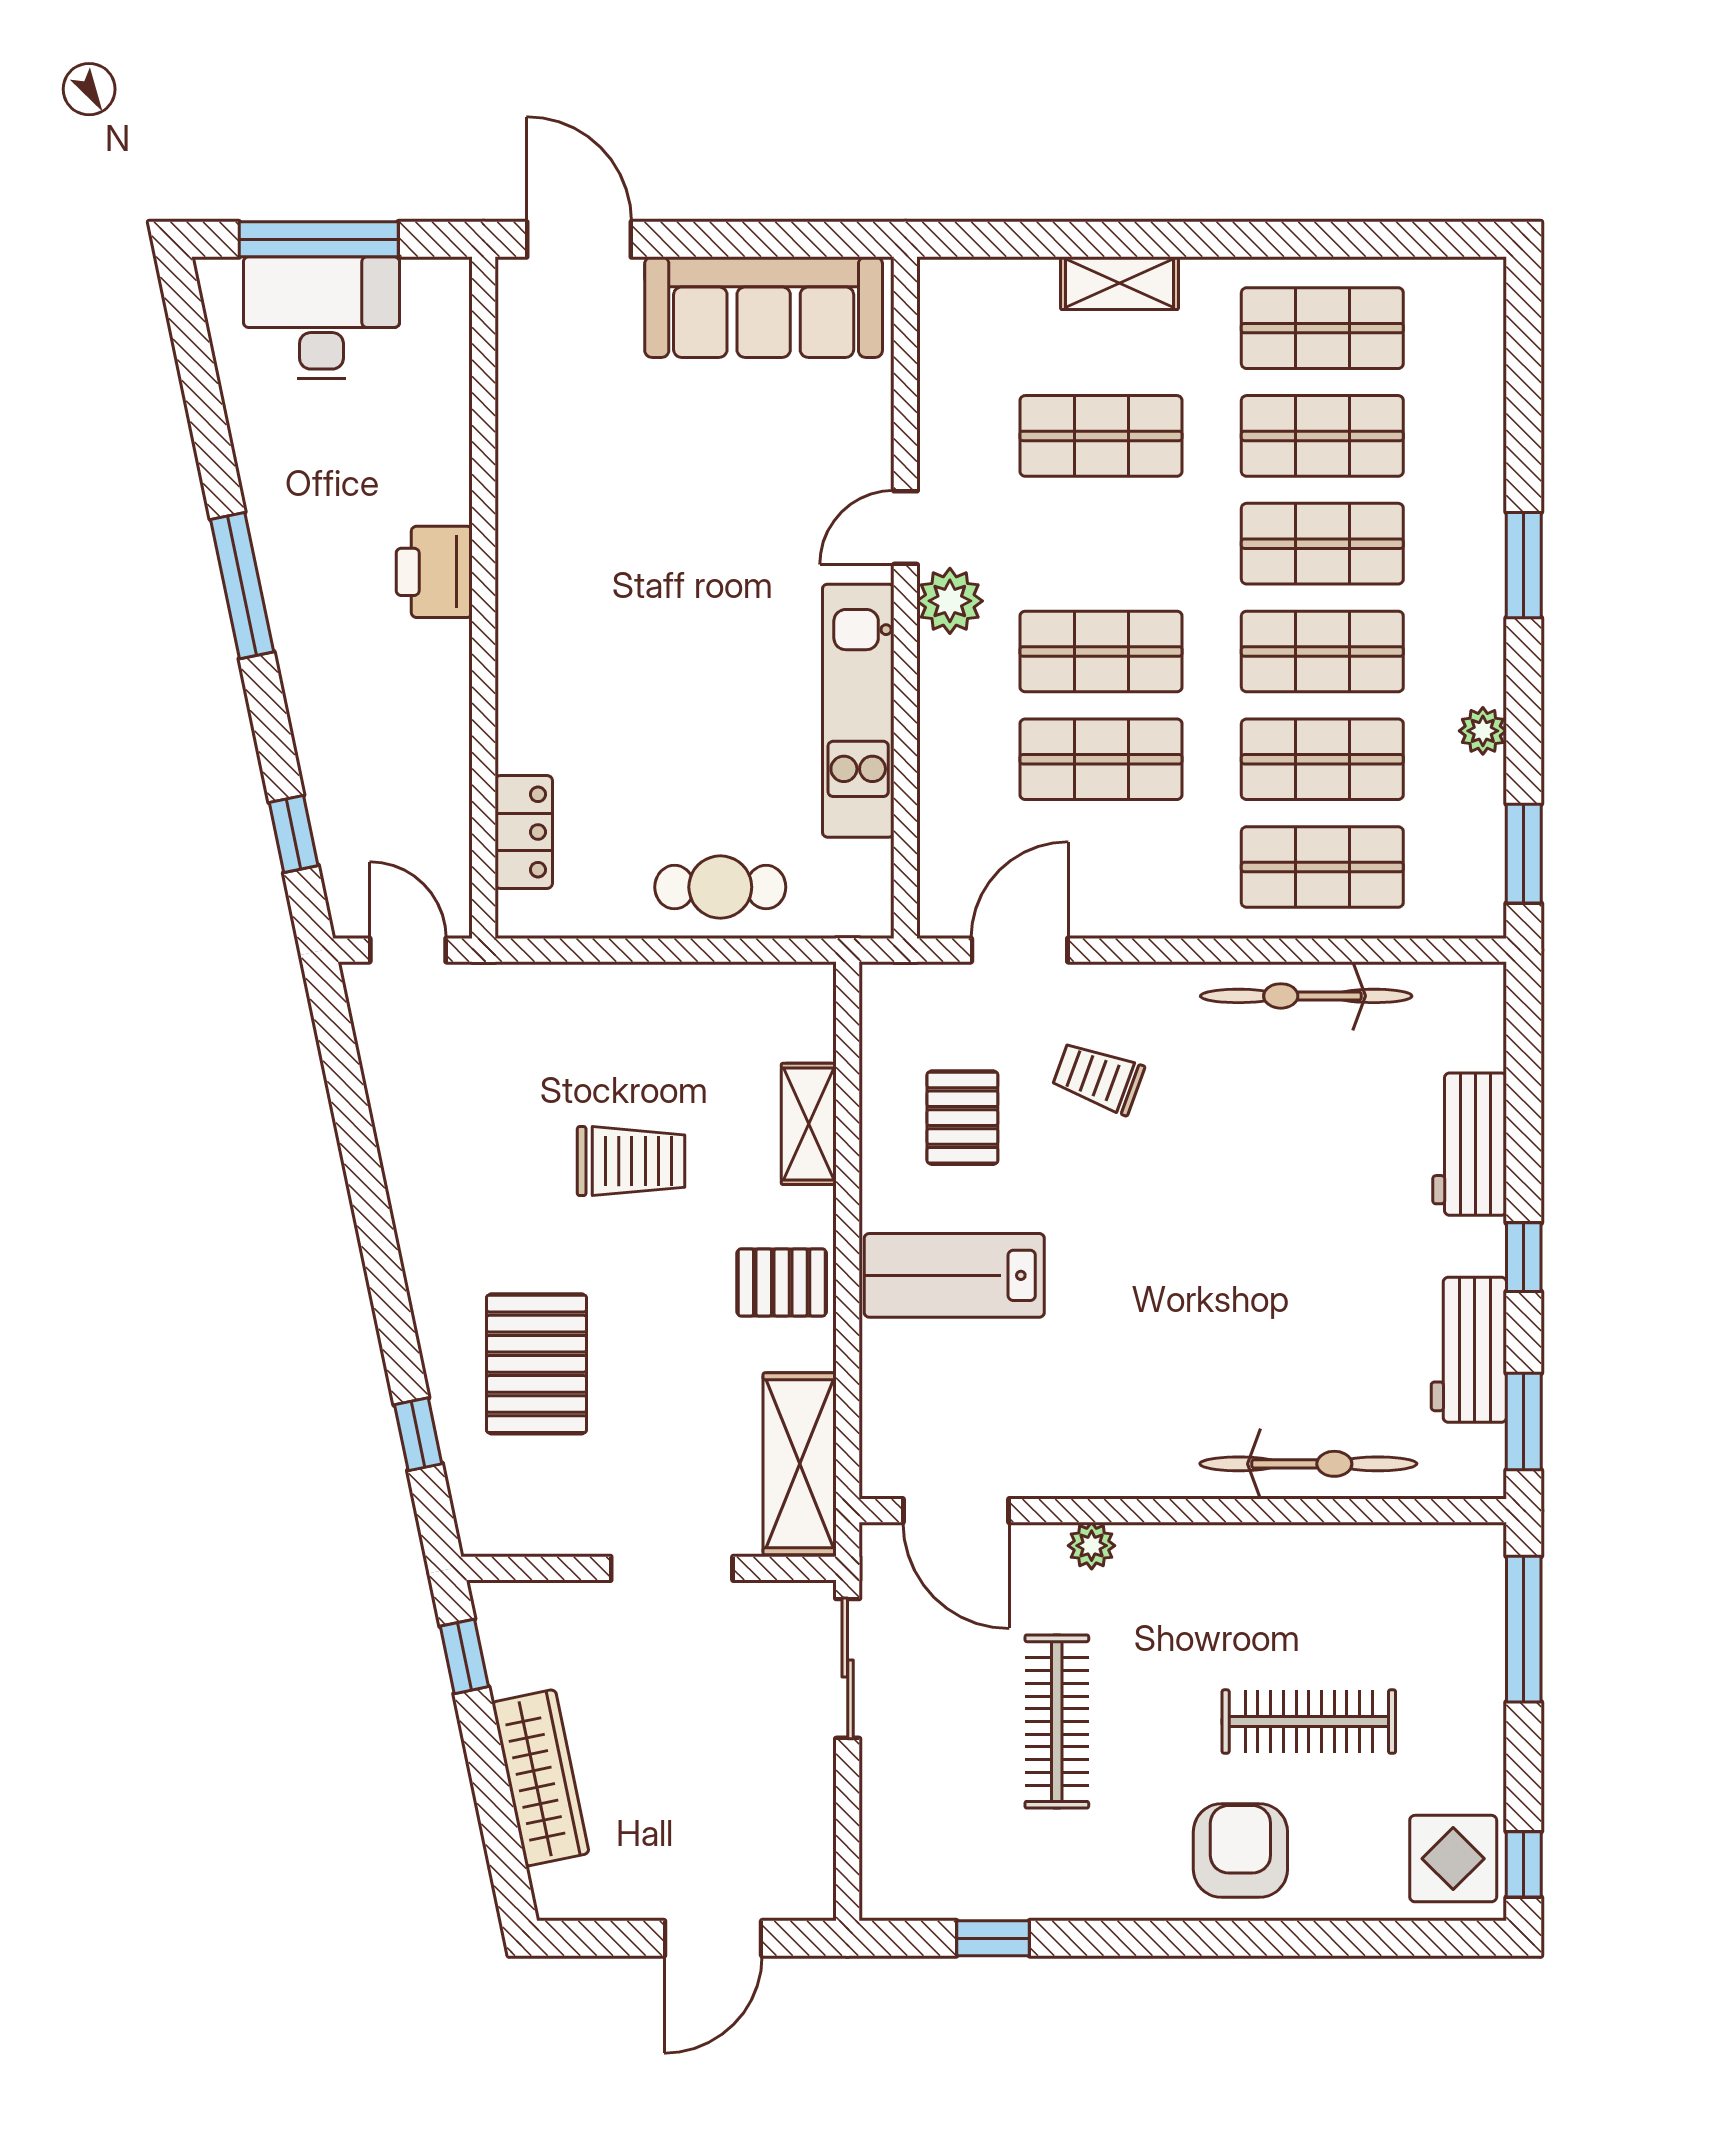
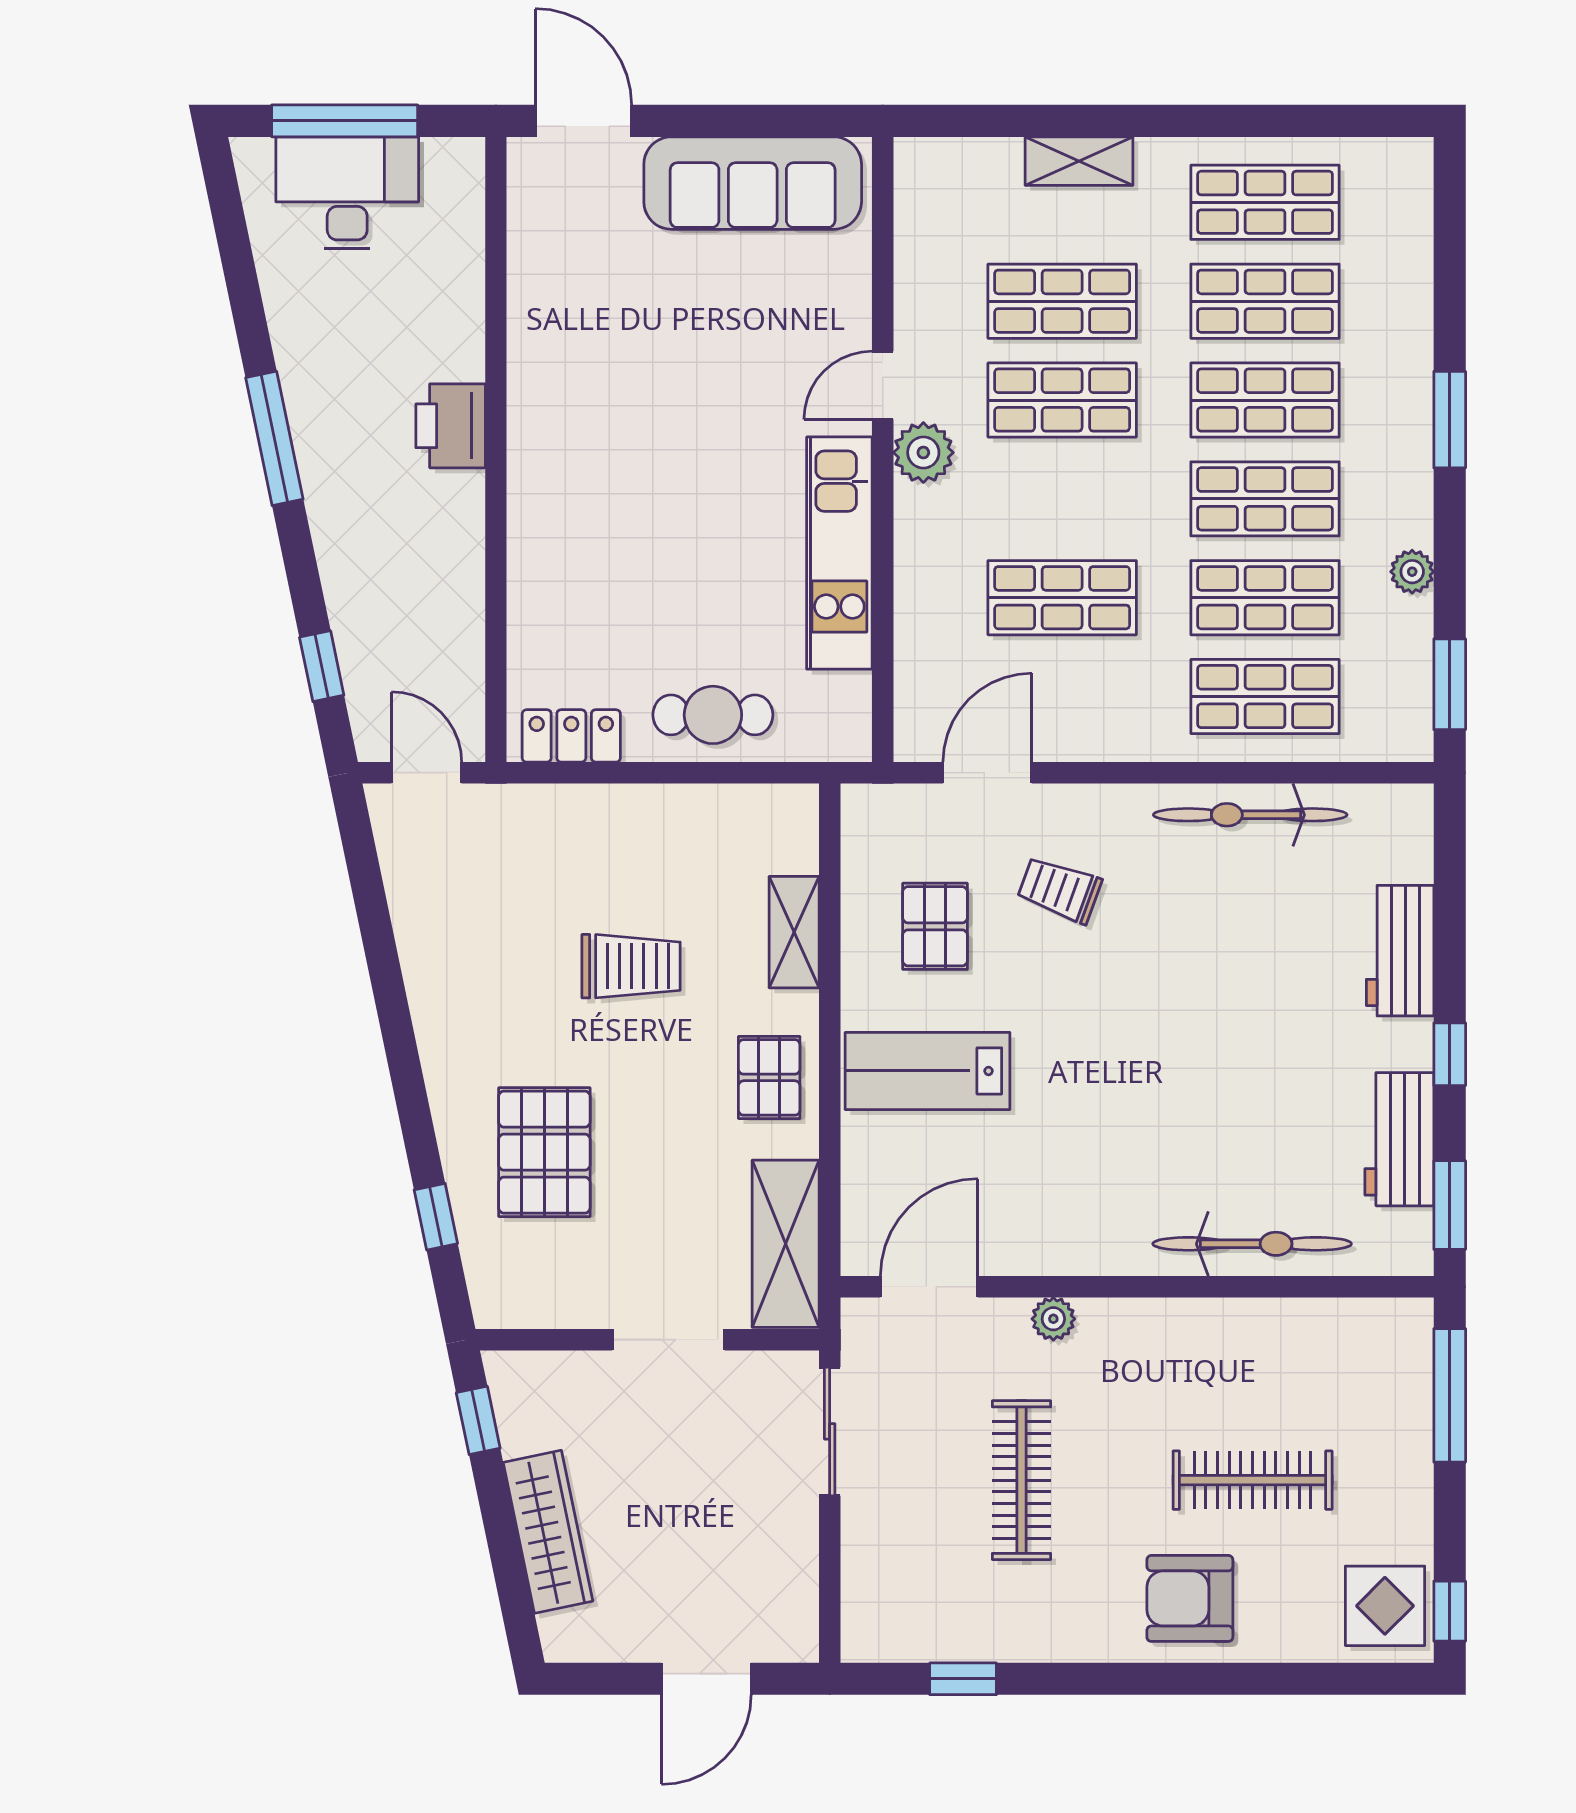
shop shelf: (1101, 651) -> (1062, 400), moved
locker: (524, 832) -> (571, 736), moved, turned -90
pallet: (782, 1282) -> (769, 1077), turned 90
door: (956, 1511) -> (929, 1287), swing flipped
armchair: (1240, 1851) -> (1190, 1598), turned -90

